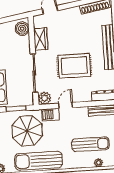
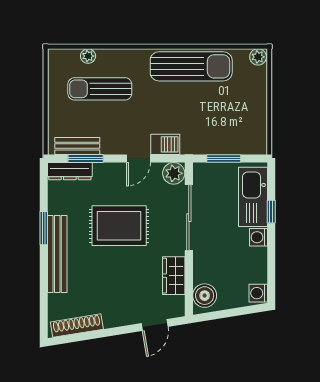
window: (96, 103) -> (86, 158), added
parasol: (27, 131) -> (207, 119), removed

